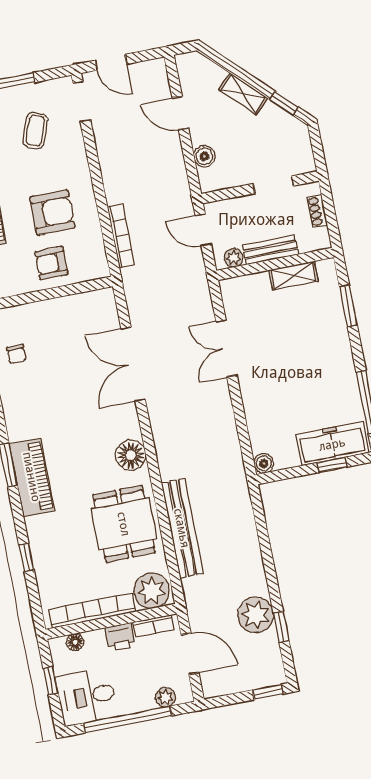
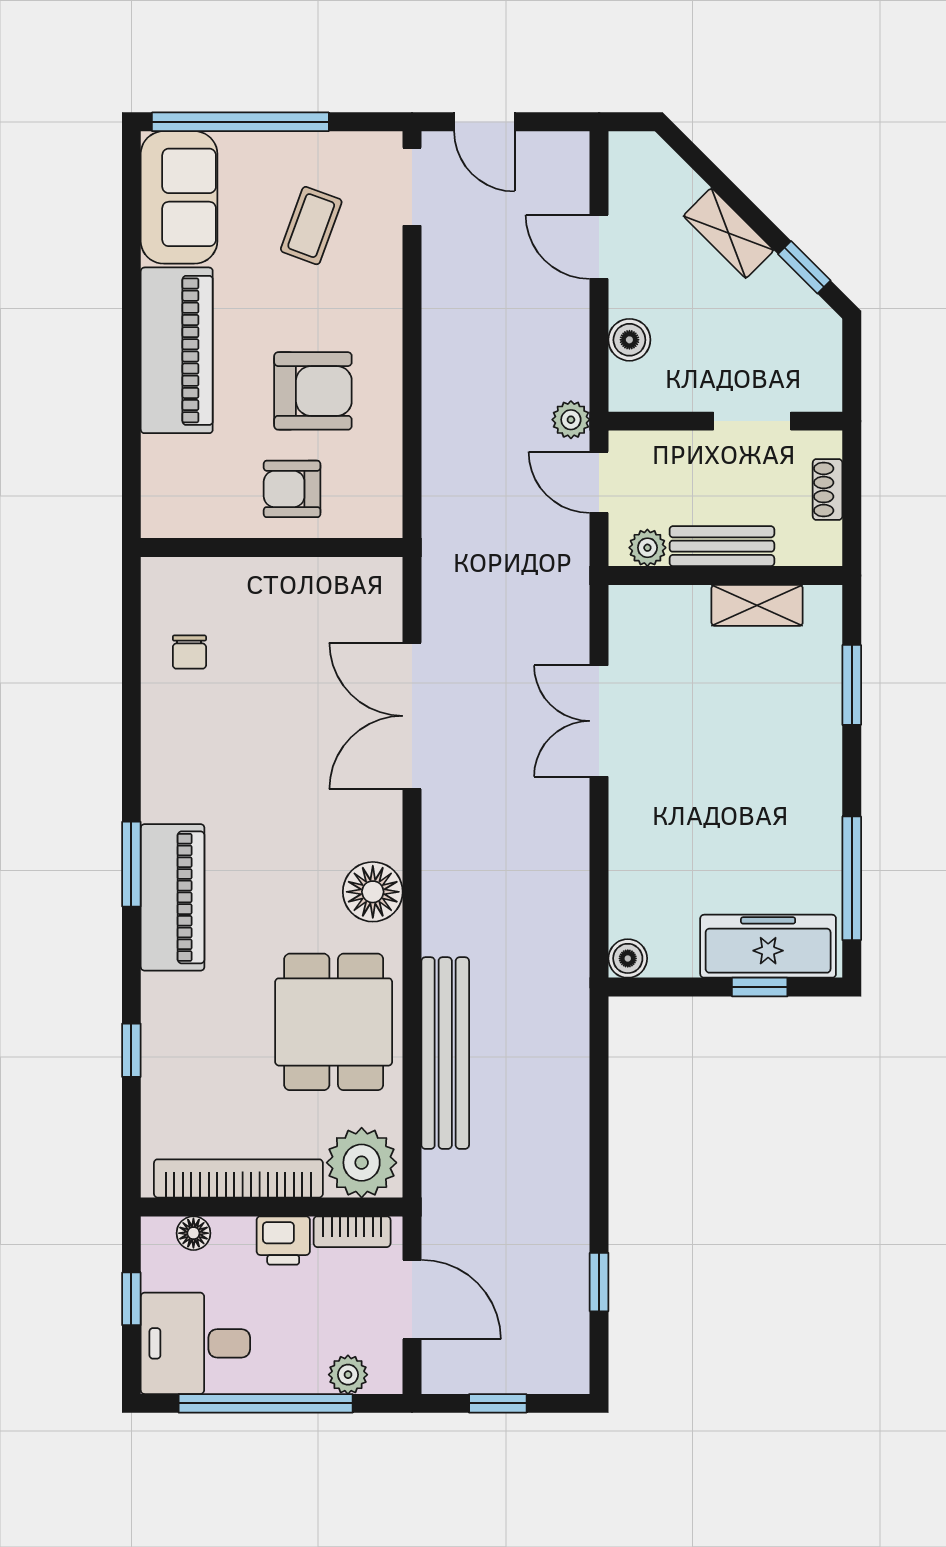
bookcase: (121, 236) -> (437, 462), removed
plant: (256, 615) -> (571, 420), moved, width x0.53, depth x0.53
window: (268, 692) -> (498, 1403), moved

